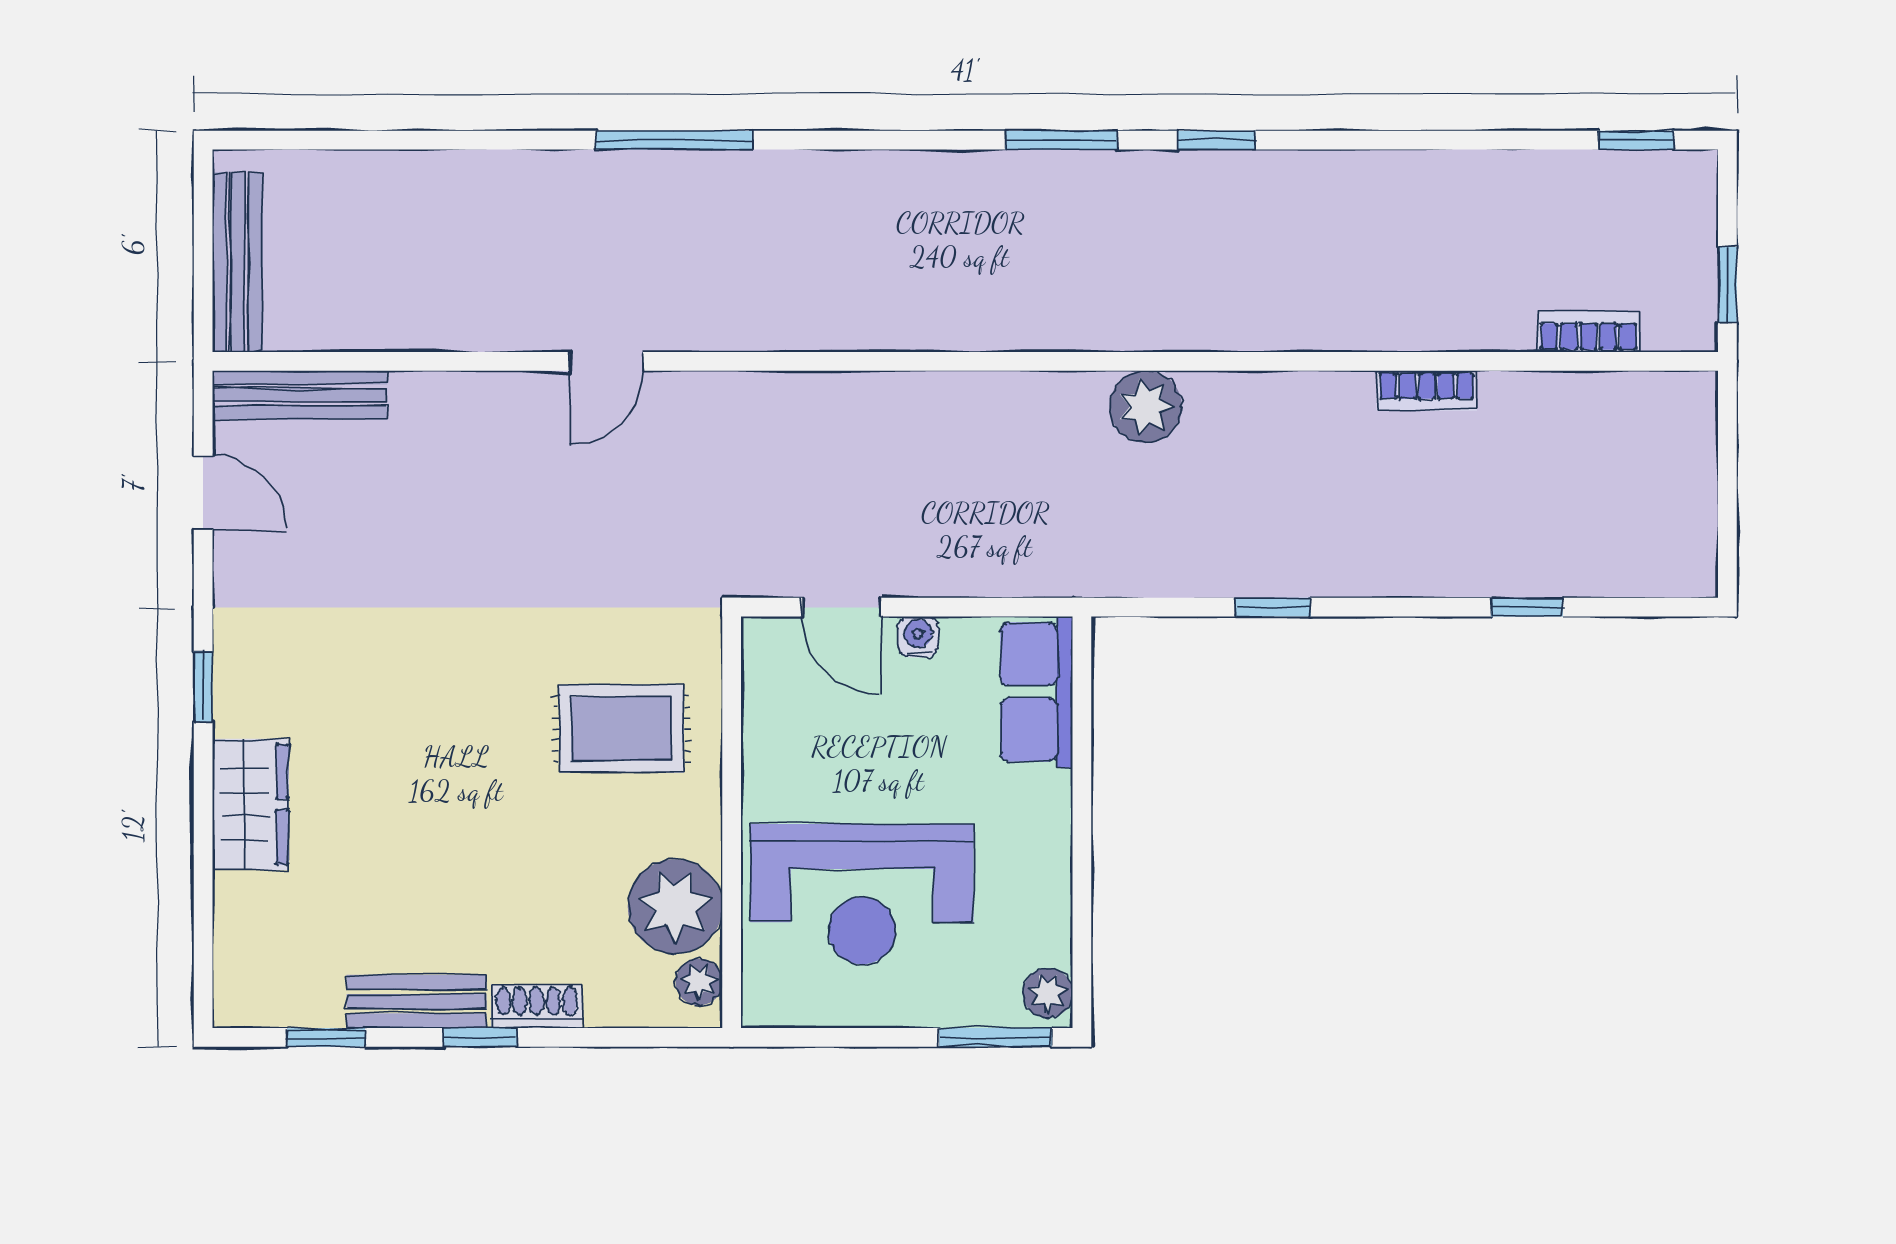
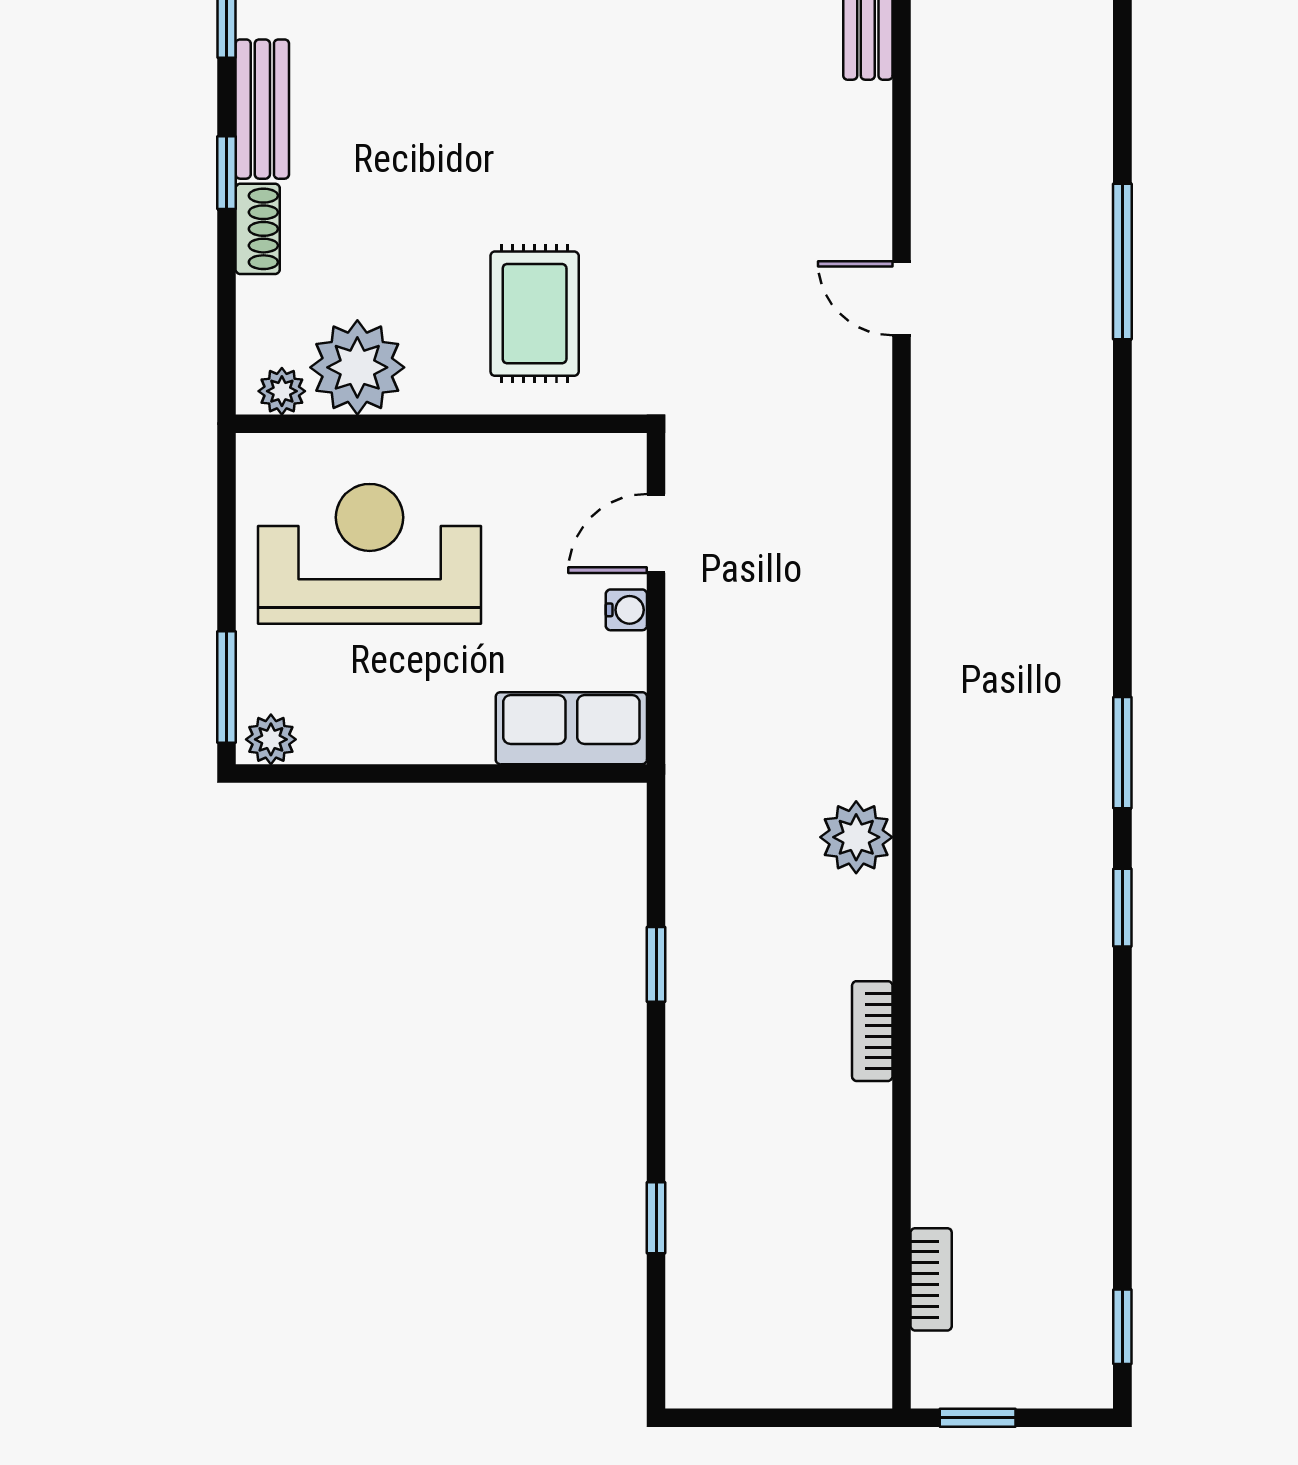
window: (674, 140) -> (1122, 262), moved
bookcase: (1427, 391) -> (872, 1031), moved
reception desk: (862, 894) -> (370, 554), turned 90

